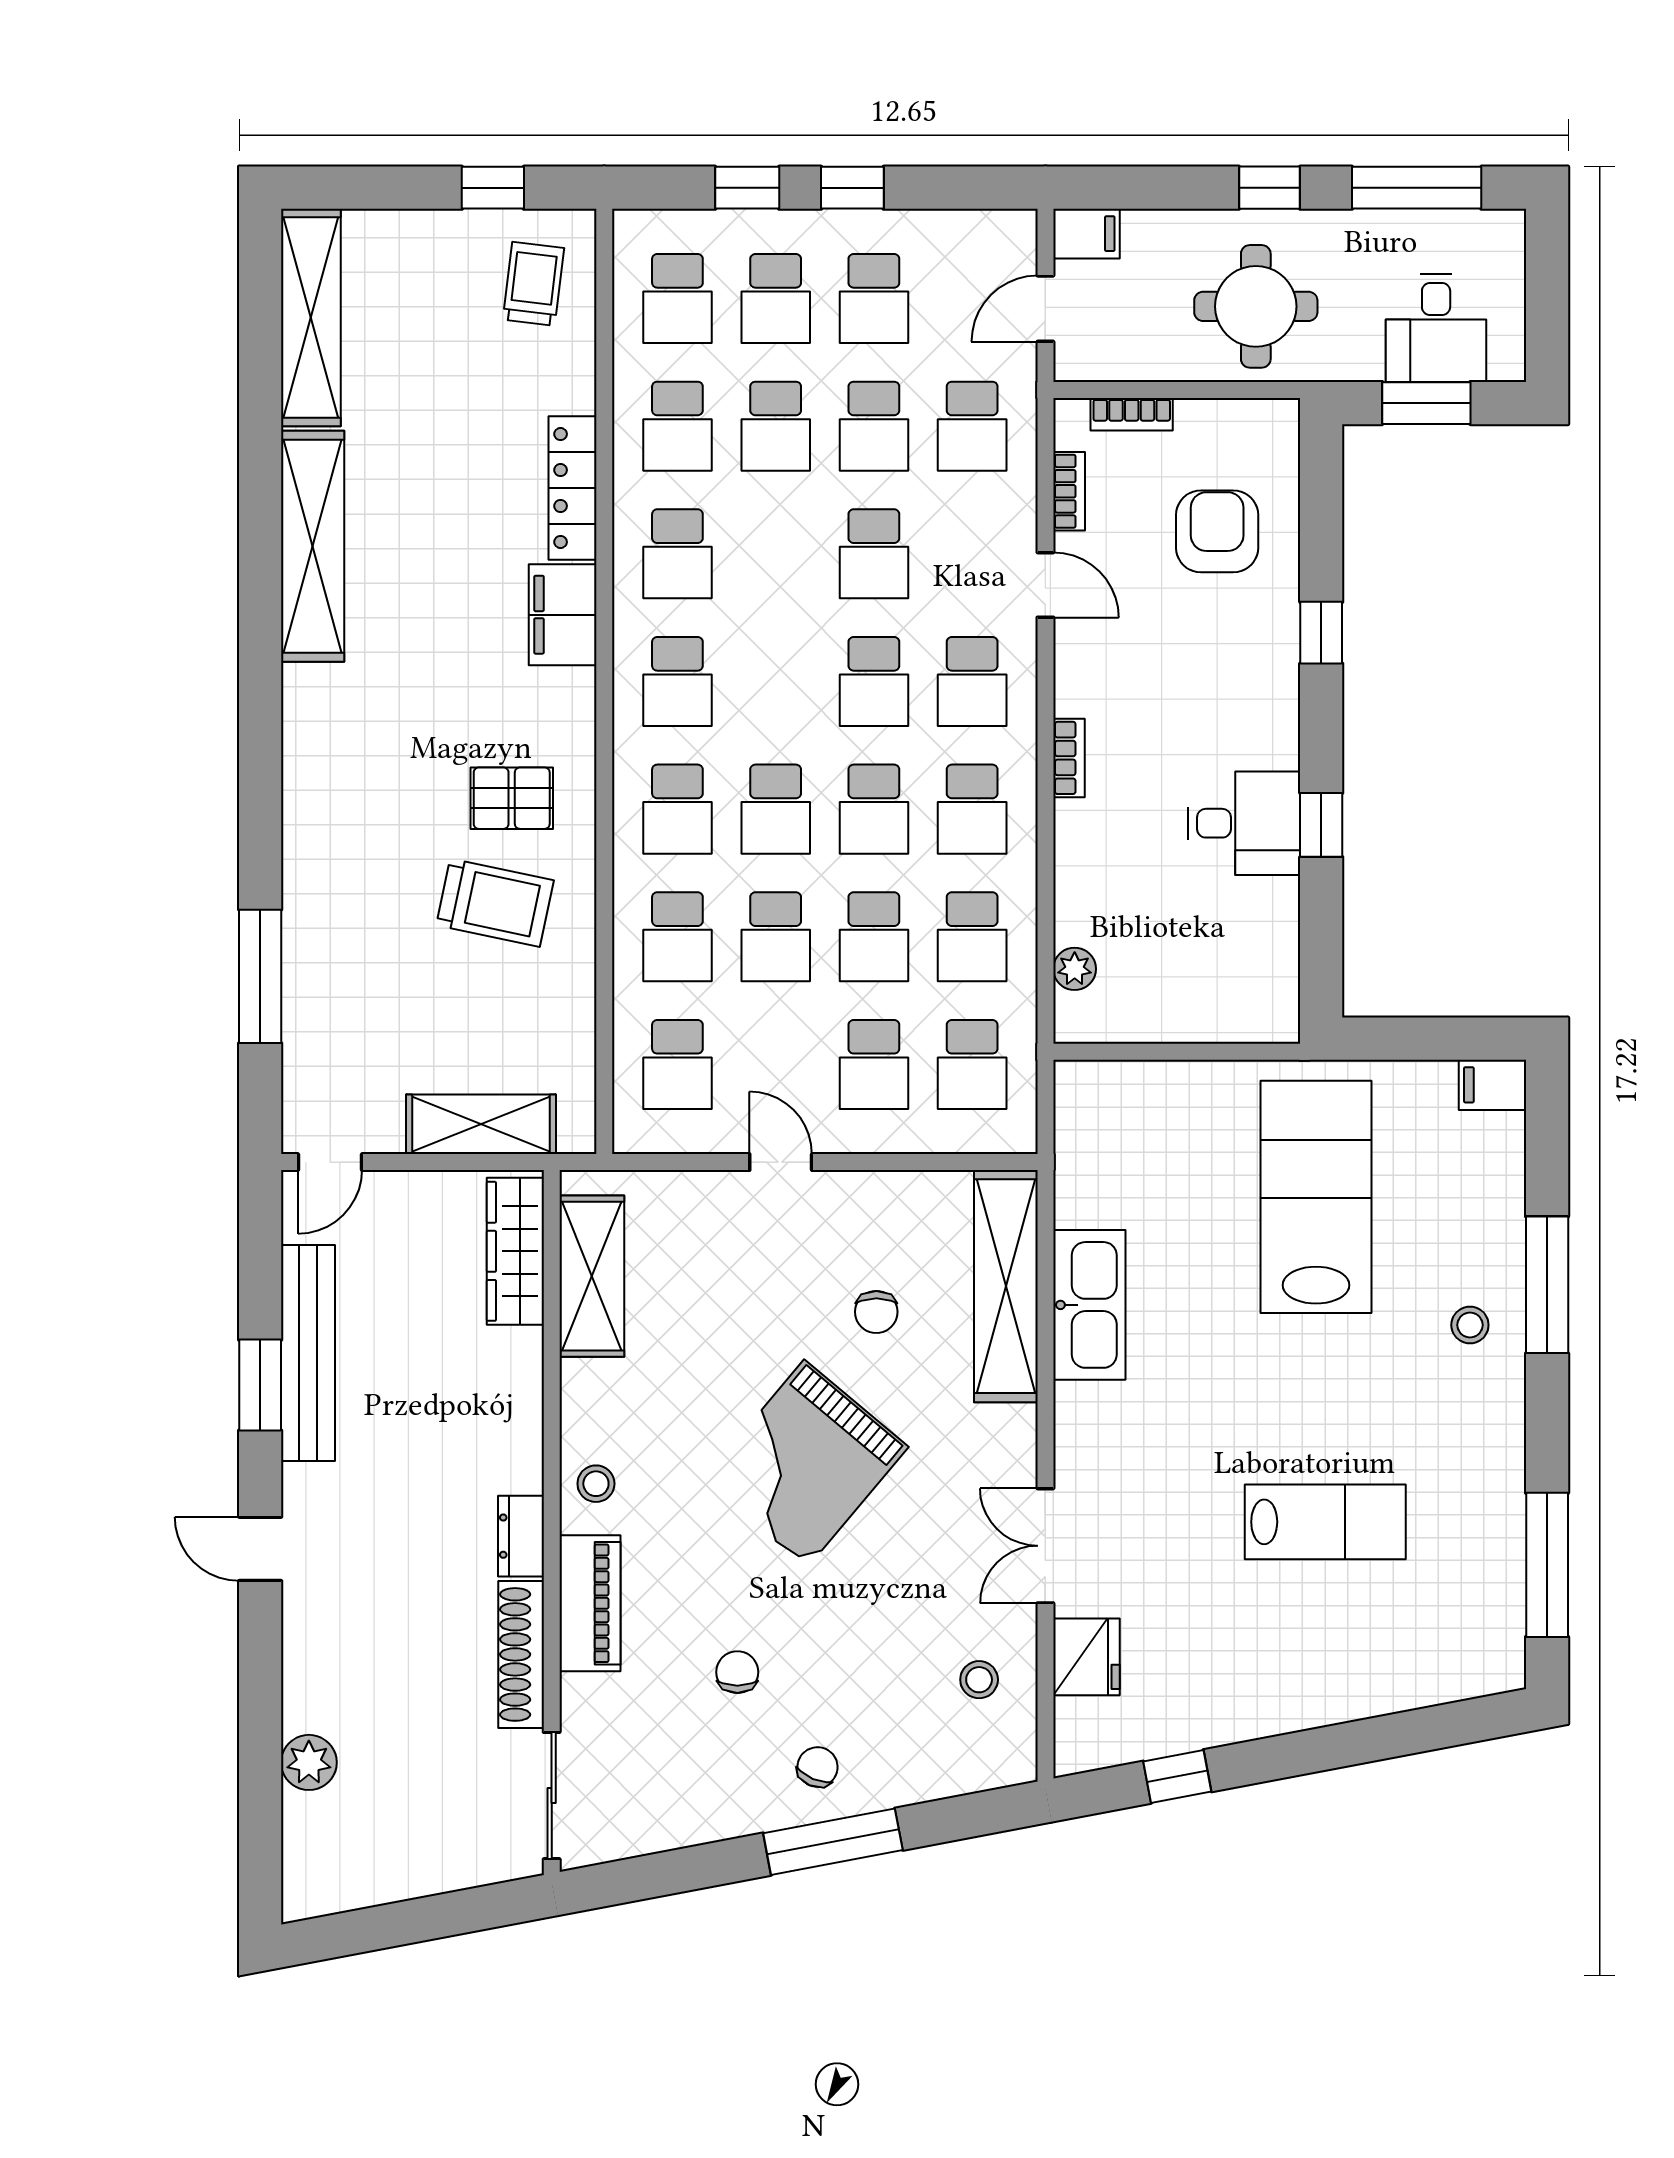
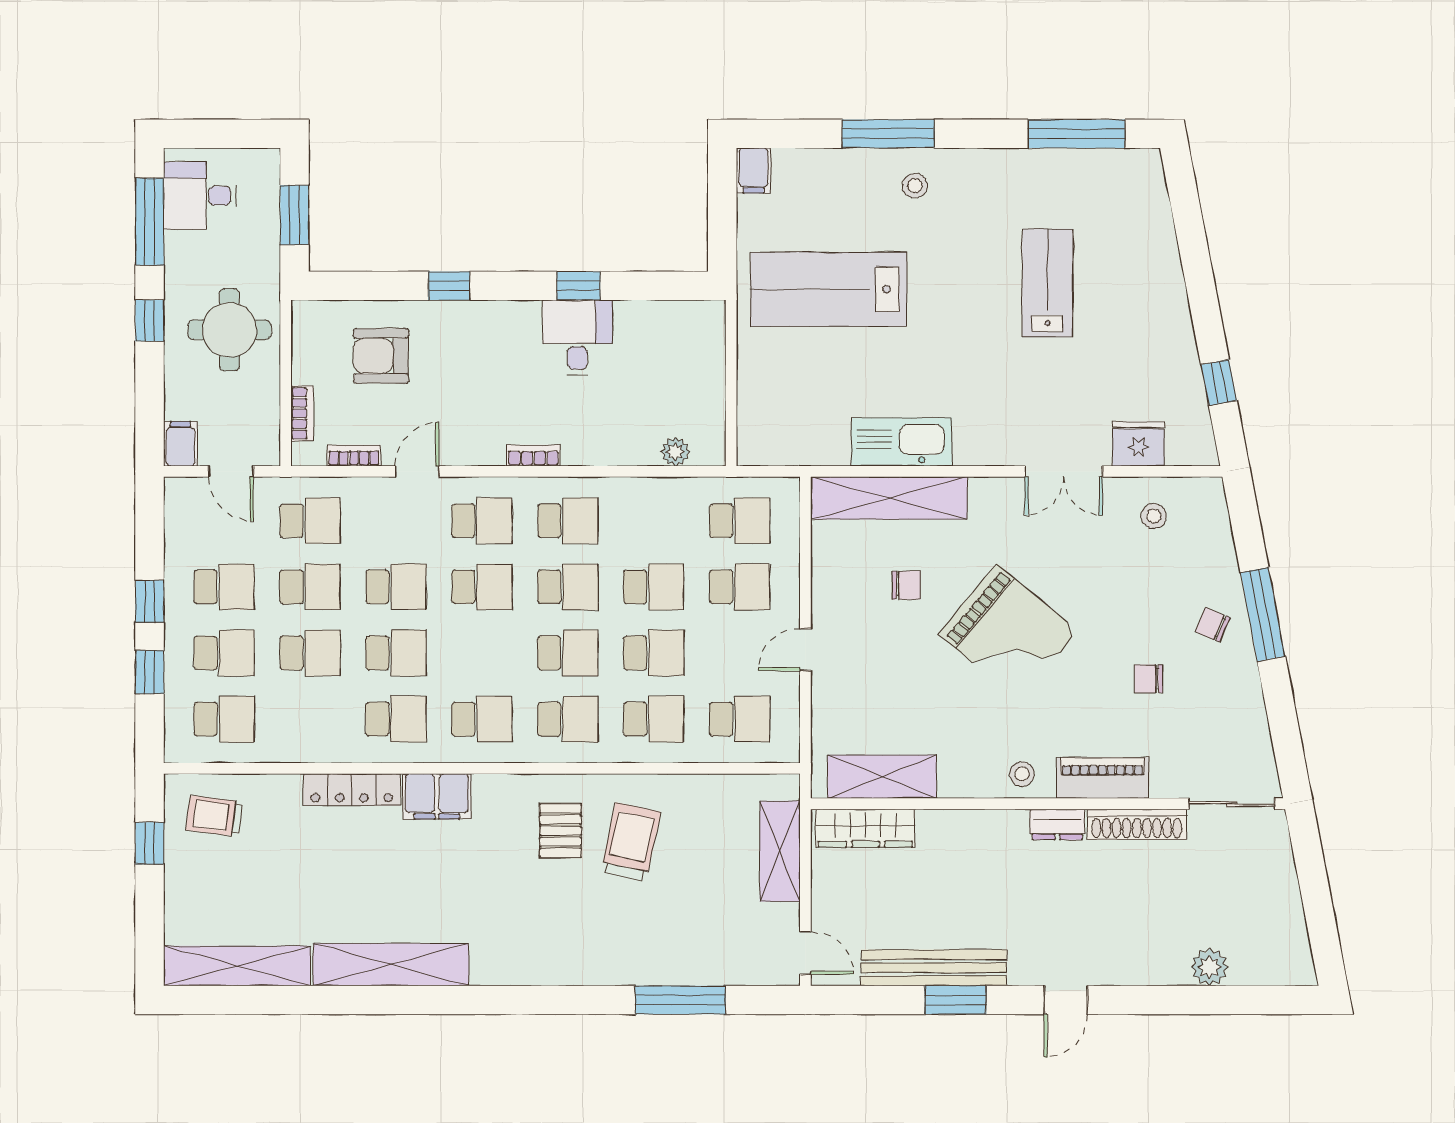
desk: (1436, 328) -> (200, 196), moved, turned 180
school desk: (677, 426) -> (396, 653), moved
school desk: (972, 937) -> (654, 521), removed

